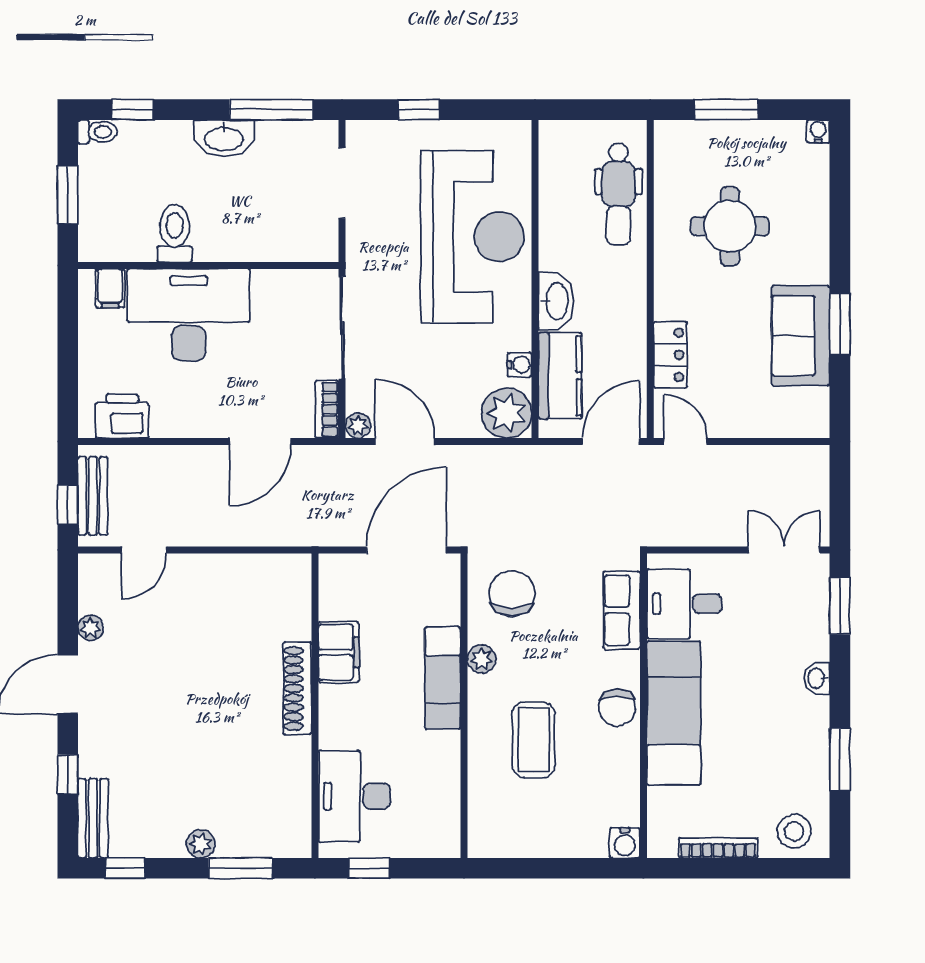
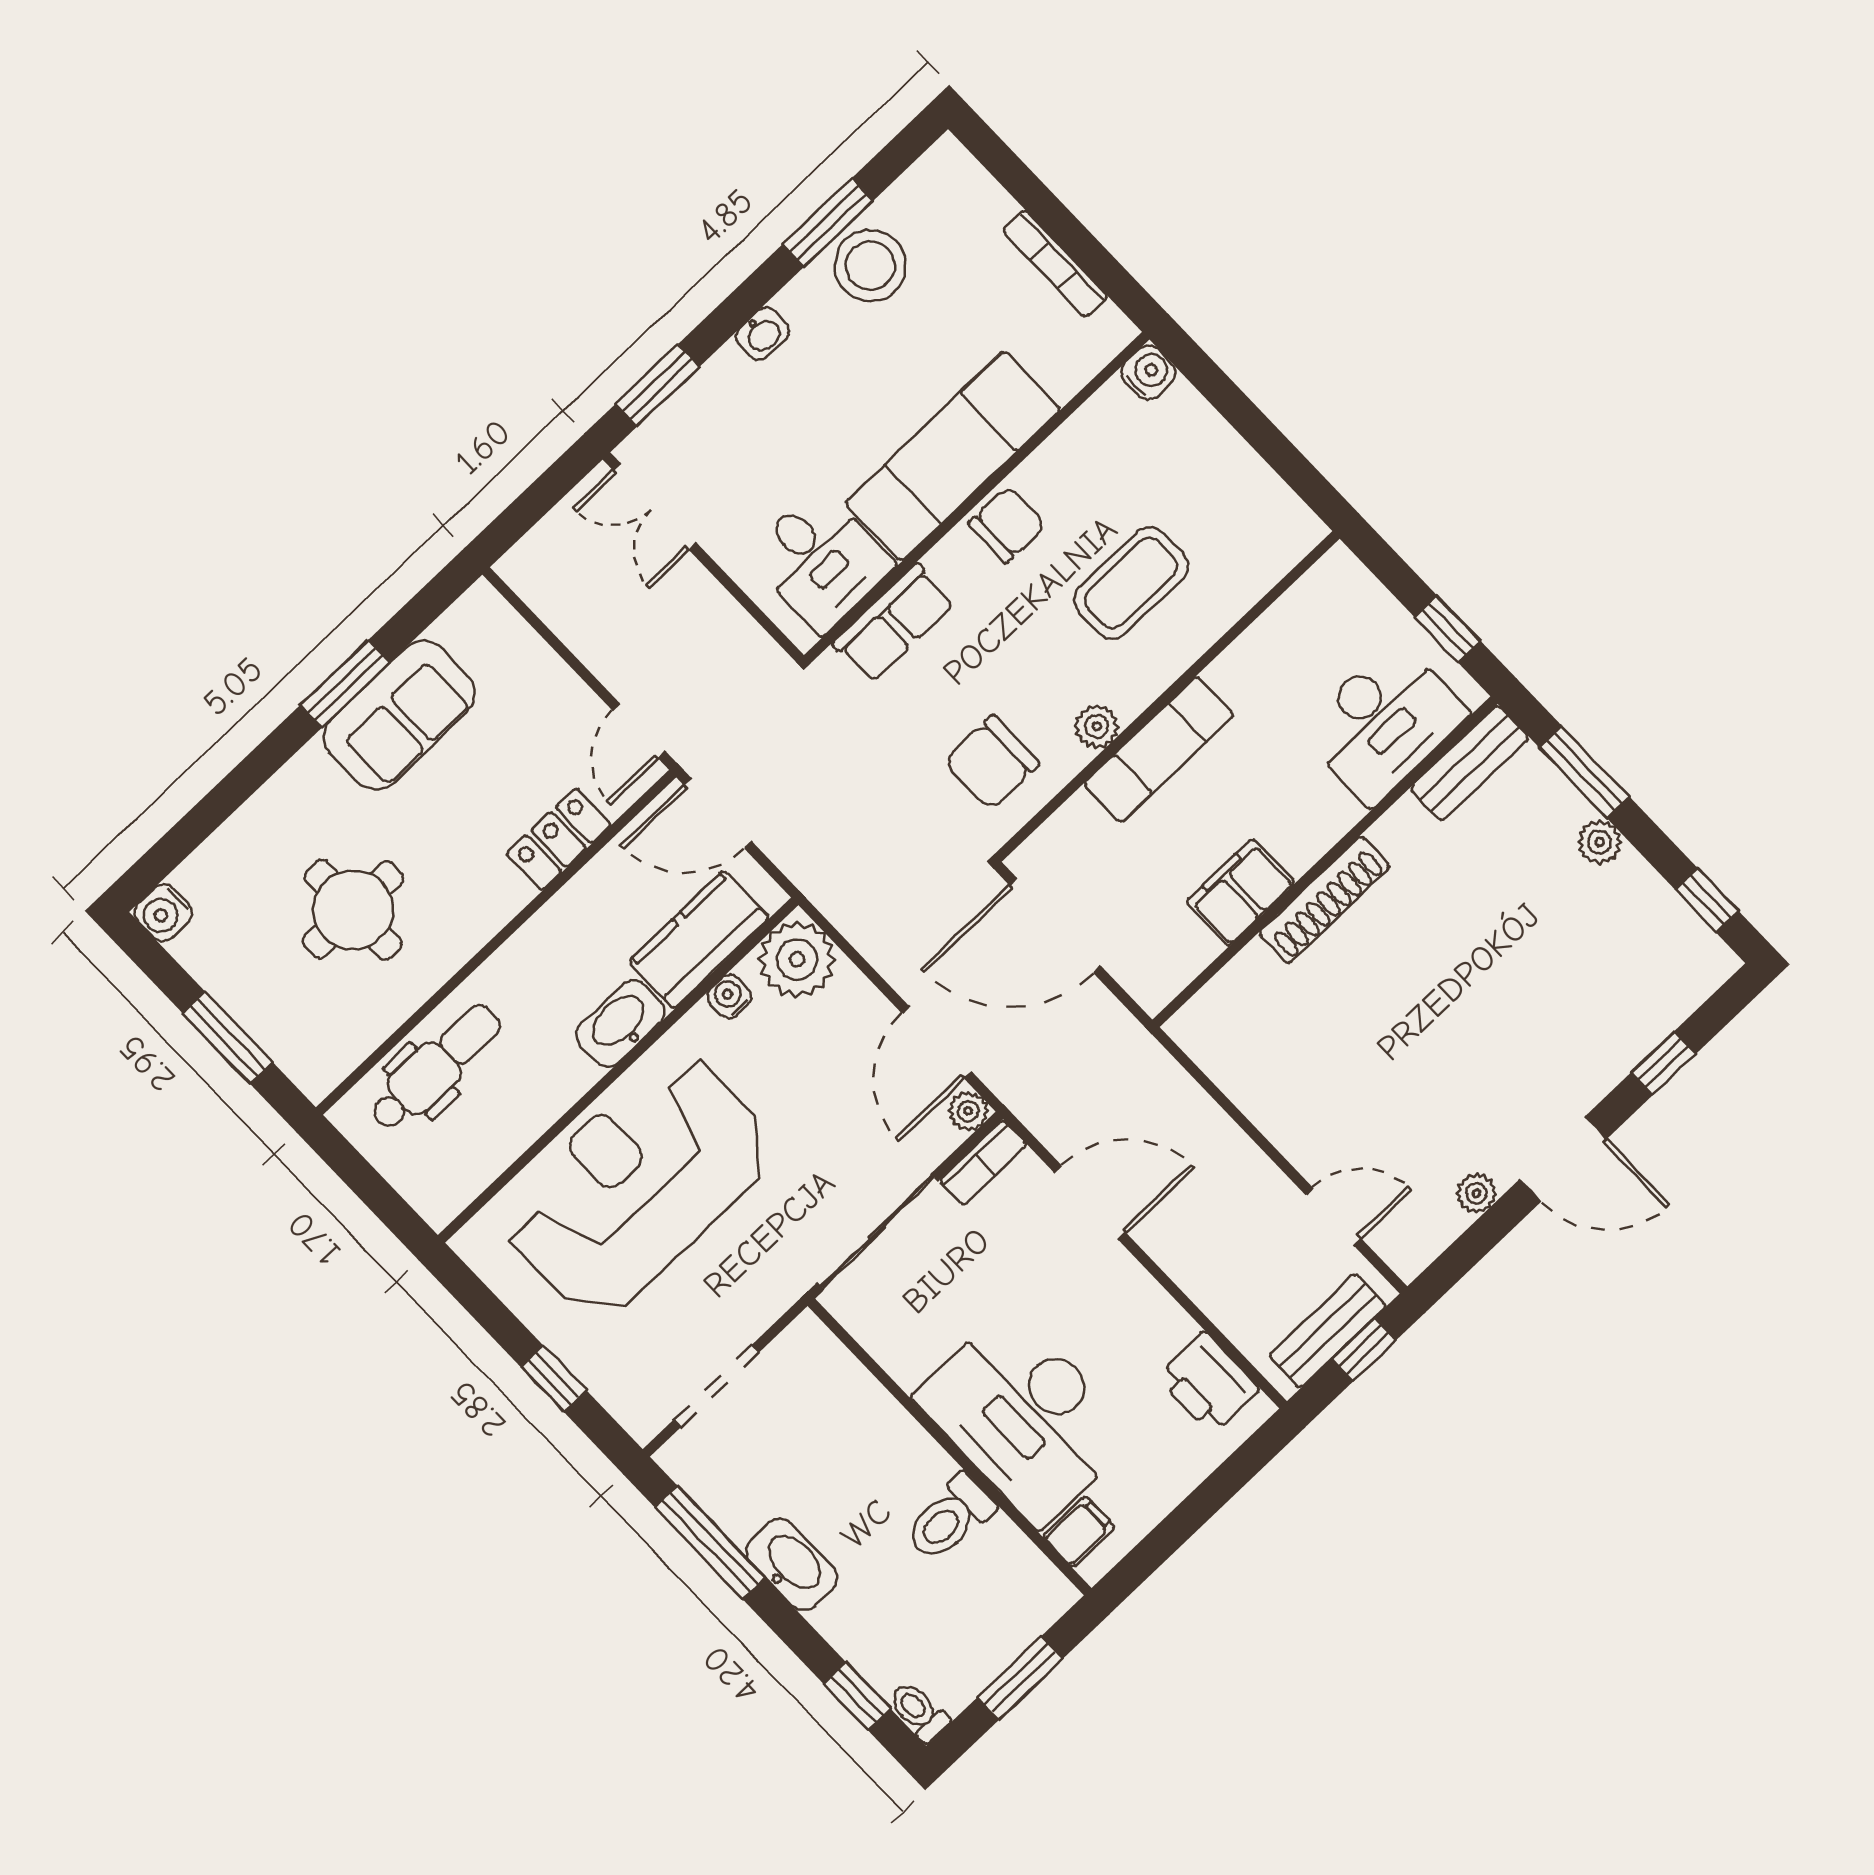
water cooler: (818, 131) -> (163, 913), width x1.38, depth x1.38
bench: (93, 818) -> (1470, 763), moved
stool: (794, 831) -> (870, 265), moved, width x1.38, depth x1.38

